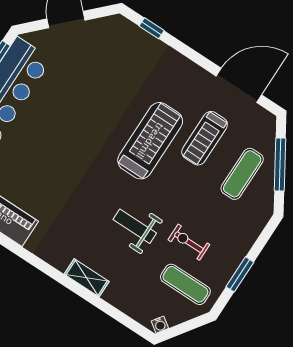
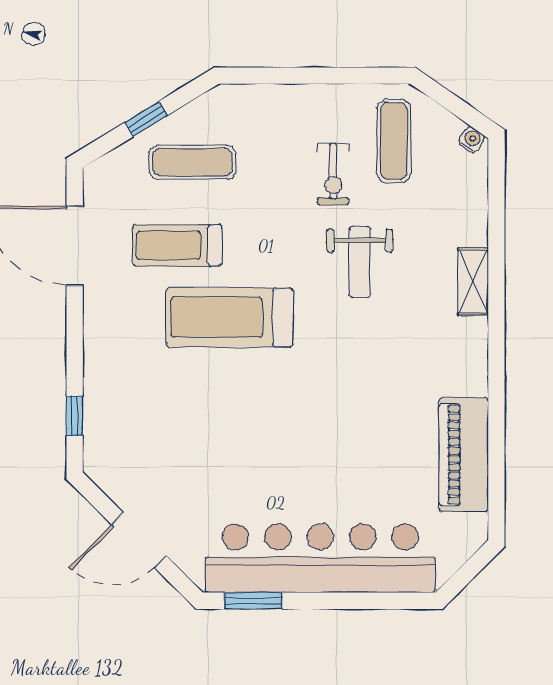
treadmill: (205, 138) -> (177, 245), turned 180
window: (280, 164) -> (146, 119), width x0.46
window: (240, 274) -> (332, 76), removed

